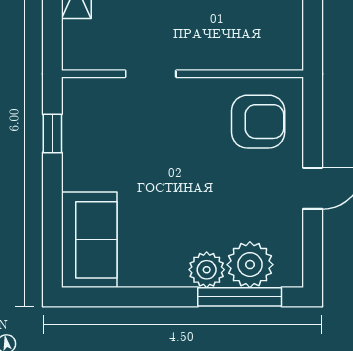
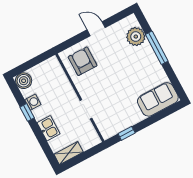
plant: (207, 270) -> (146, 51), removed
window: (240, 297) -> (157, 48), moved

